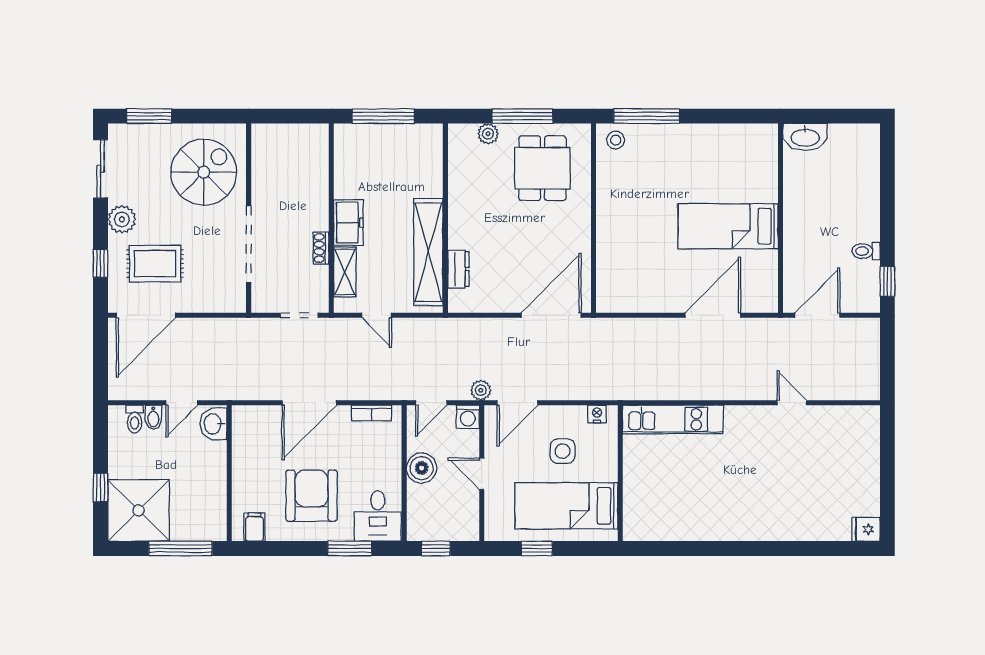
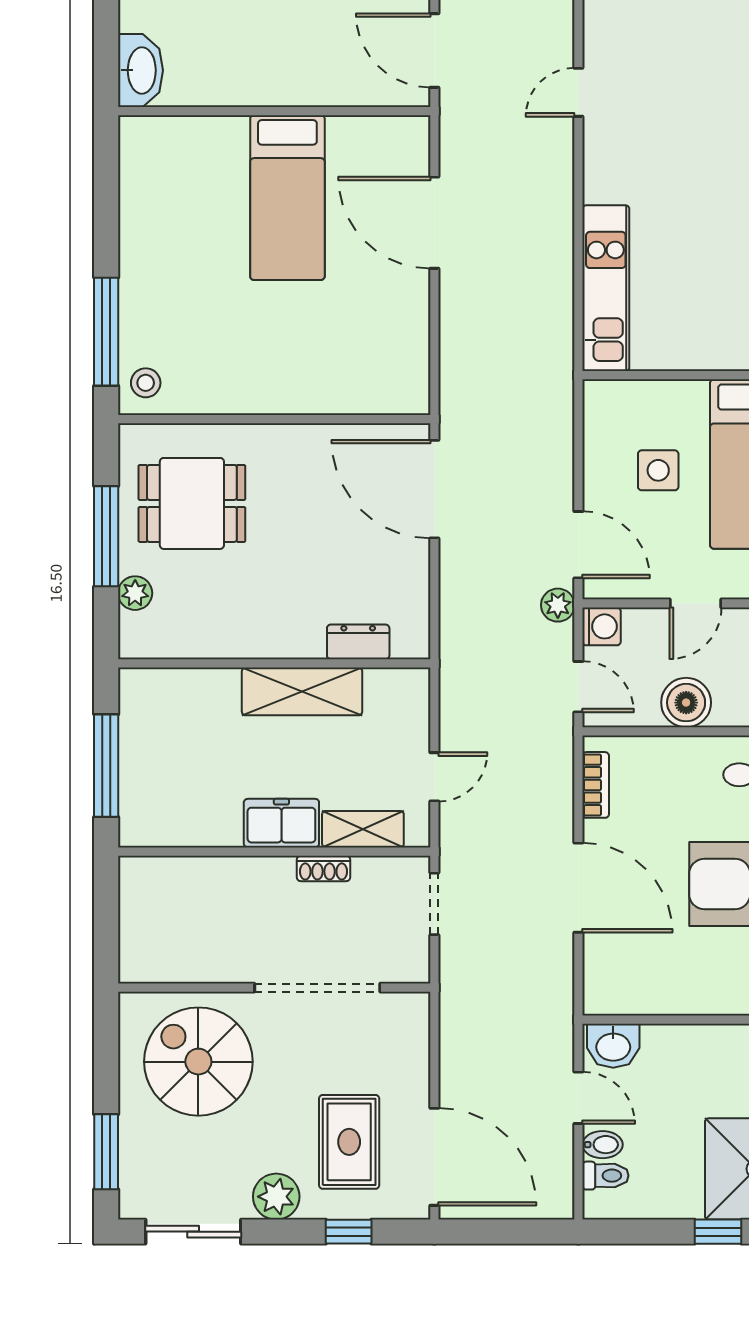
shelving: (428, 252) -> (302, 691), width x0.68
nightstand: (597, 414) -> (597, 413), removed

